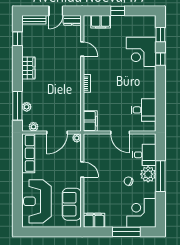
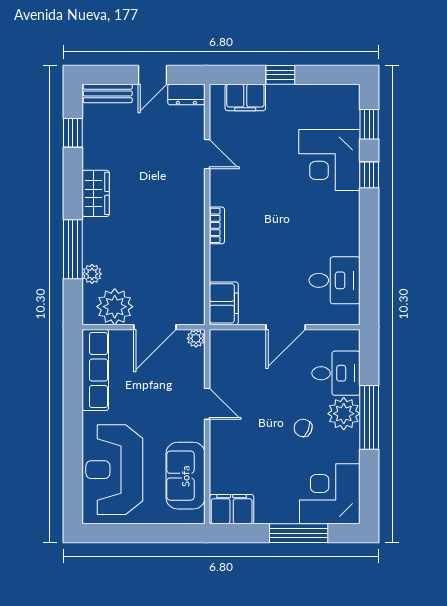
window: (17, 106) -> (73, 249), moved
plant: (33, 127) -> (115, 307), width x1.87, depth x1.87
door: (120, 133) -> (286, 327), hinge flipped

